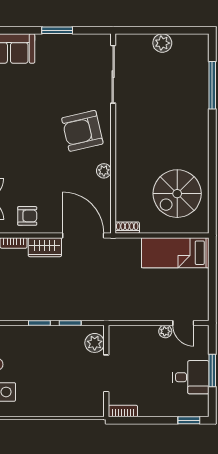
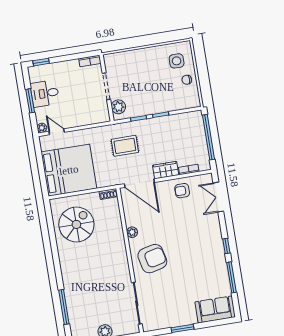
bed: (175, 253) -> (69, 170), width x2.04
rug: (94, 289) -> (125, 146), added
plant: (165, 331) -> (42, 128), moved

